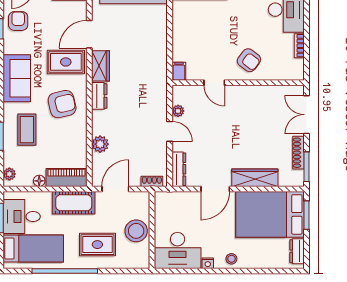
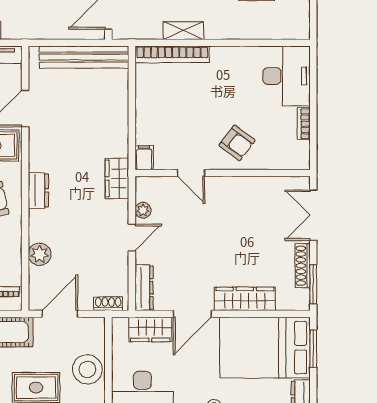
wardrobe: (100, 66) -> (117, 178), moved, turned 180
door: (170, 131) -> (132, 237), hinge flipped
wardrobe: (184, 201) -> (150, 329), added

